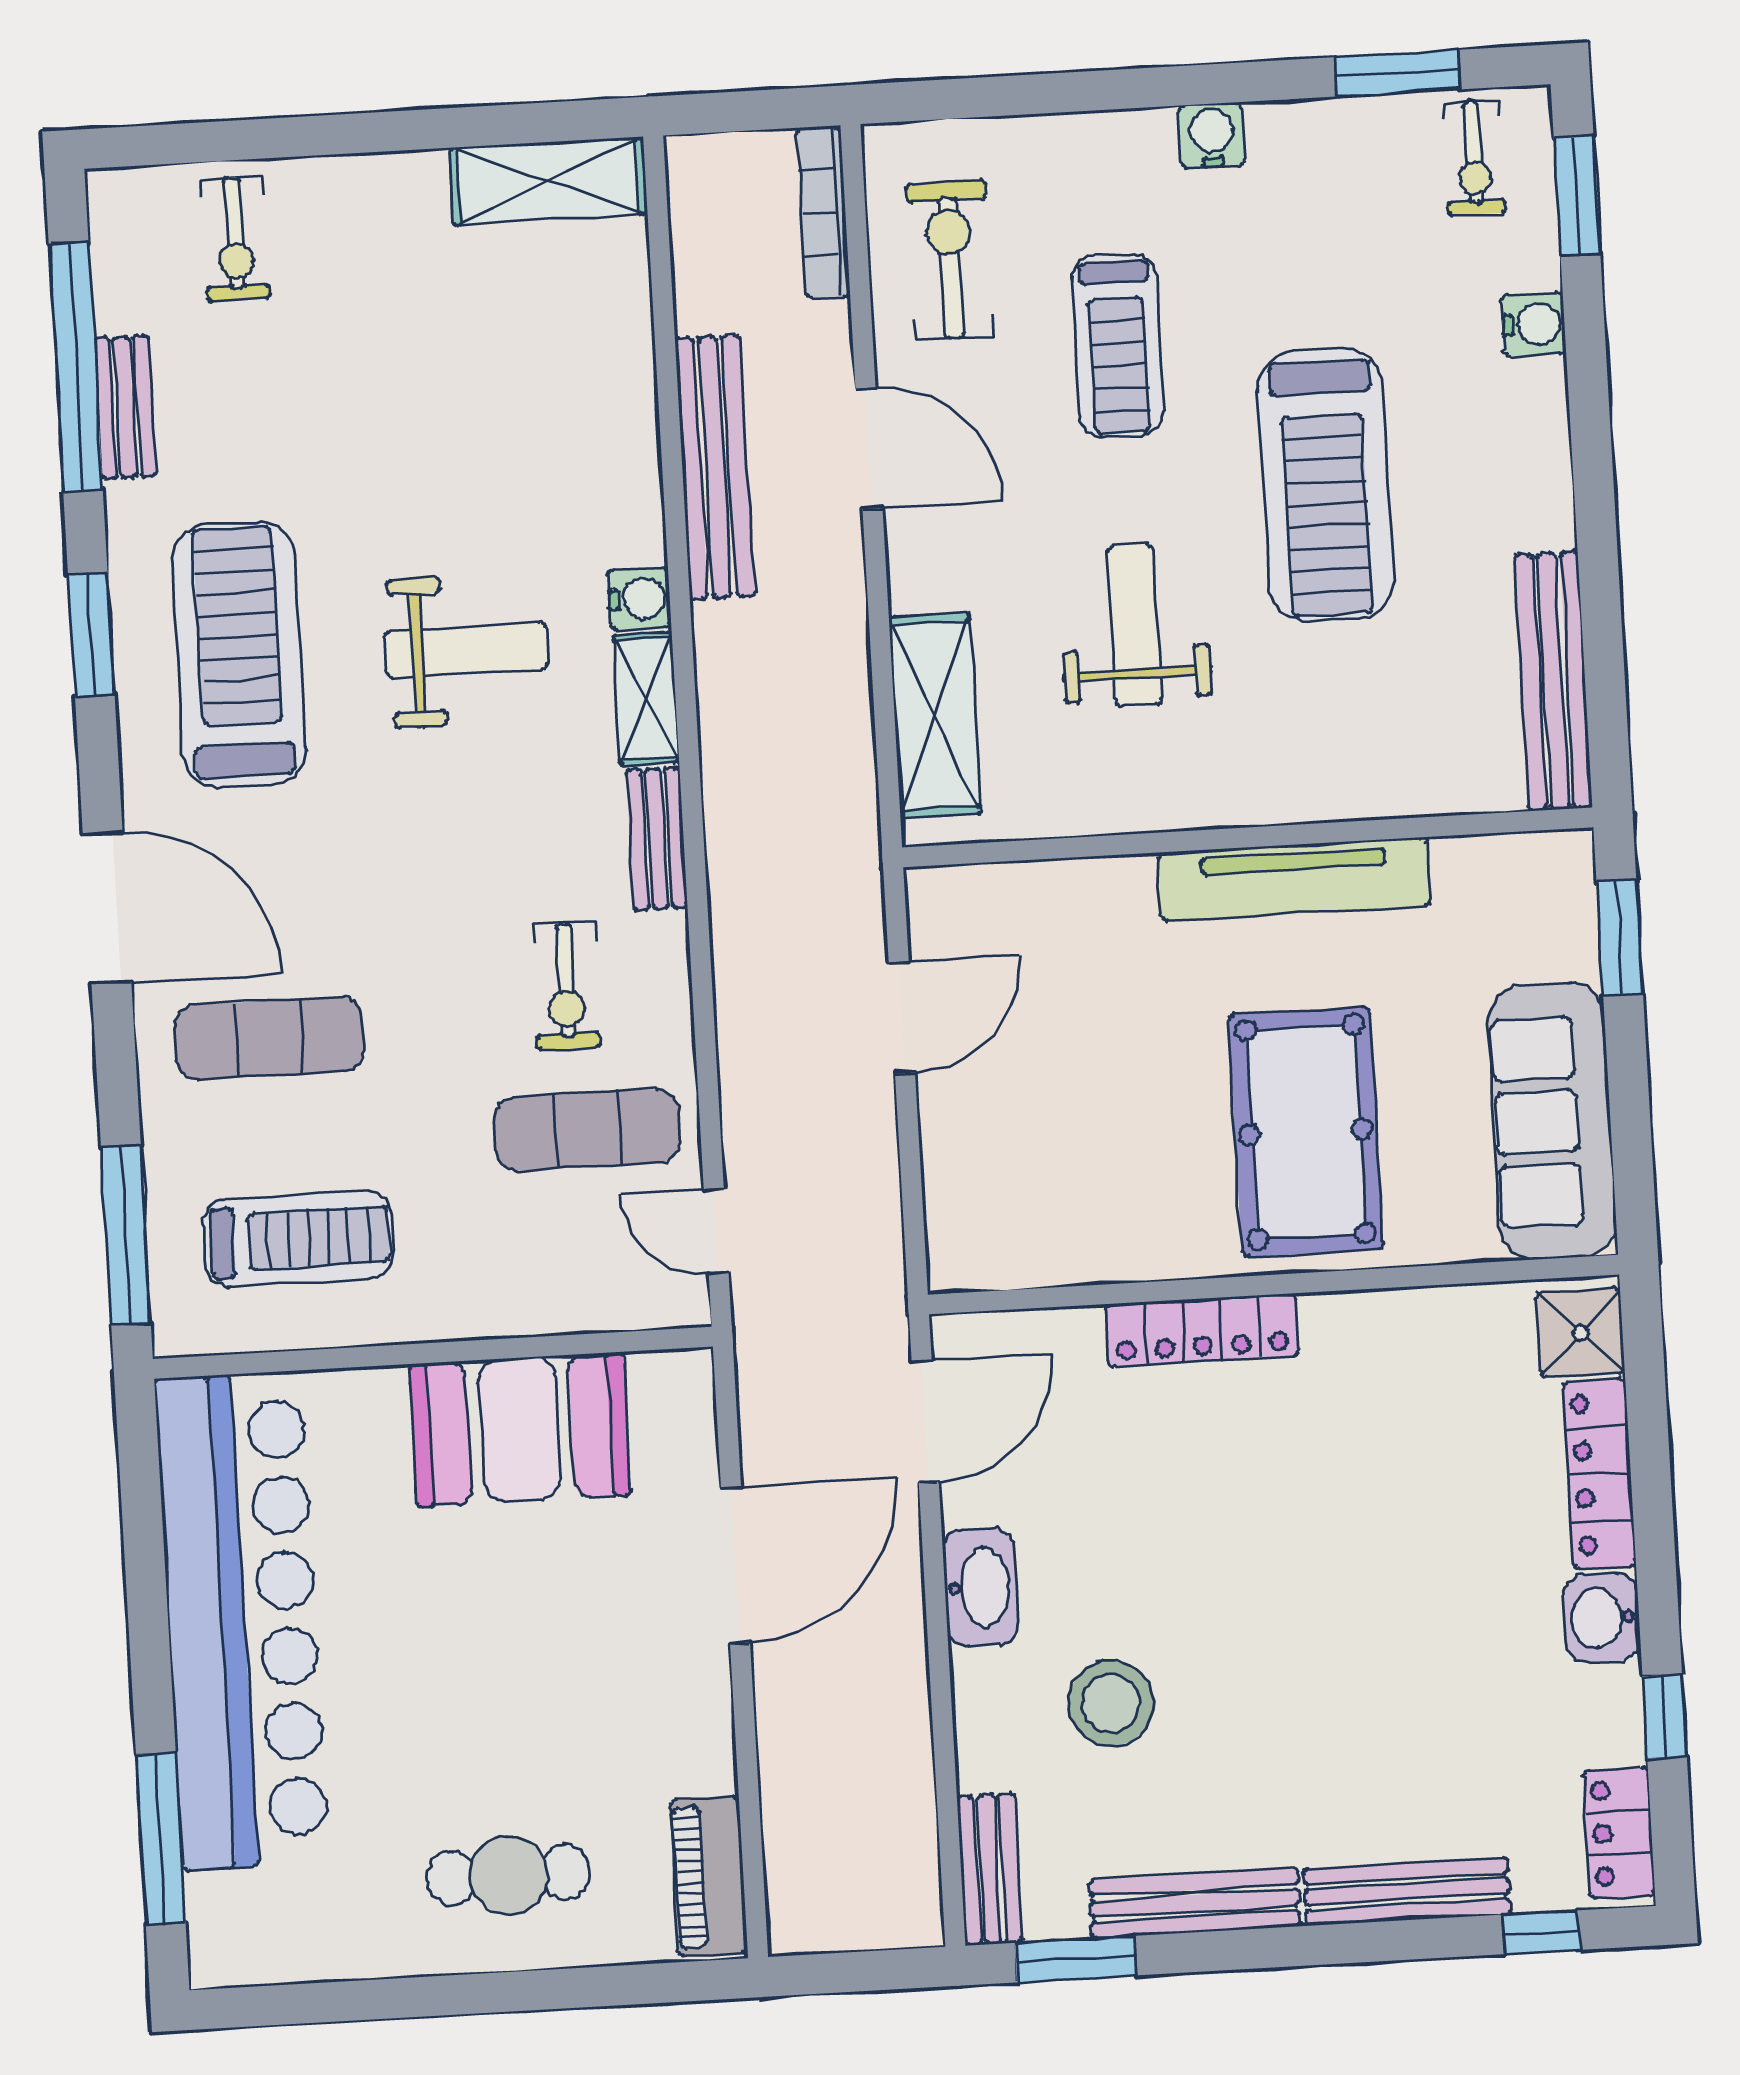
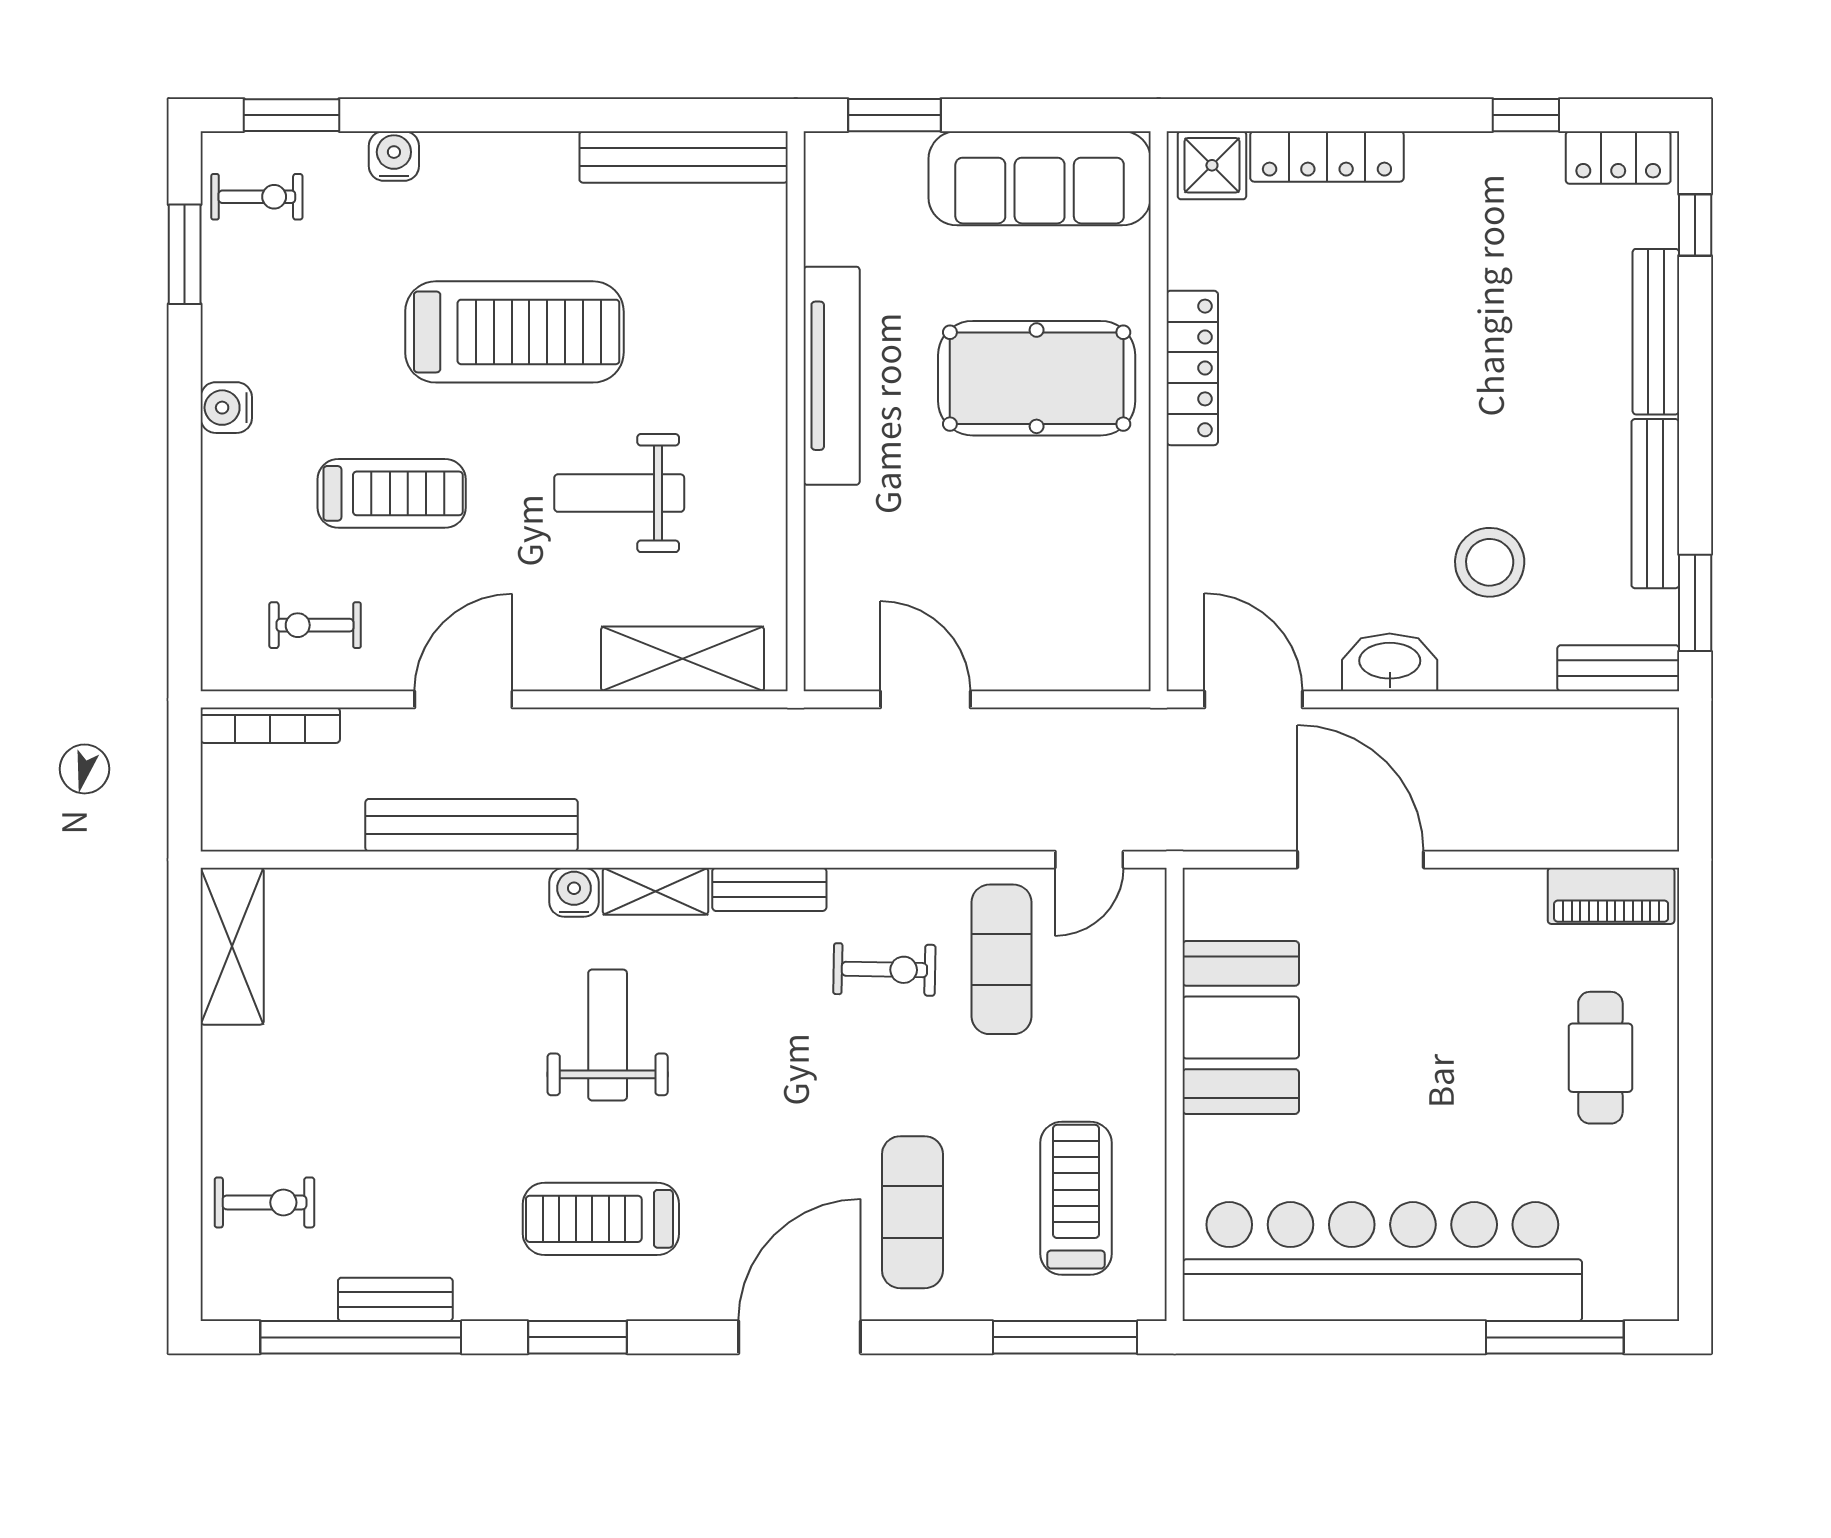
exercise bike: (950, 260) -> (315, 625), width x0.73, depth x0.72
treadmill: (239, 655) -> (601, 1219), width x0.73, depth x0.73
locker: (1202, 1330) -> (1192, 368), moved
washbasin: (1602, 1618) -> (1444, 161), removed

